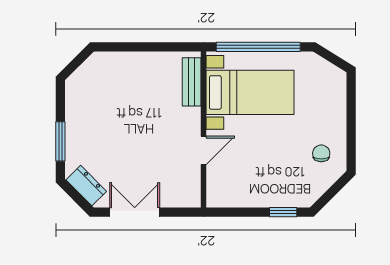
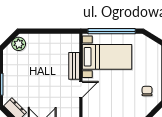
plant: (93, 70) -> (19, 44), added
bench: (192, 82) -> (74, 66), moved

